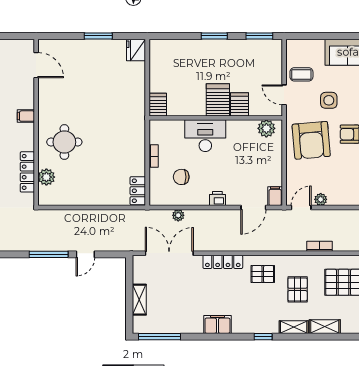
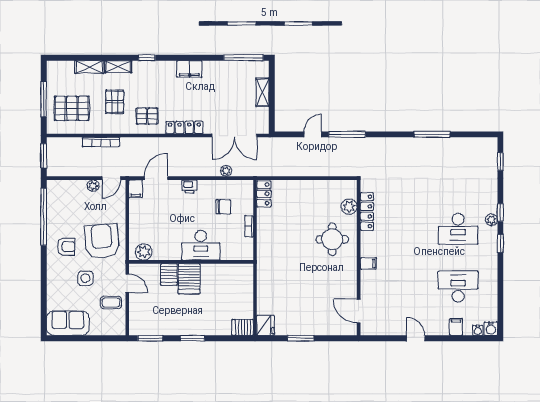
server rack: (158, 105) -> (243, 327), moved, turned 90
bookcase: (319, 246) -> (101, 142), width x1.56

